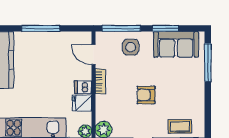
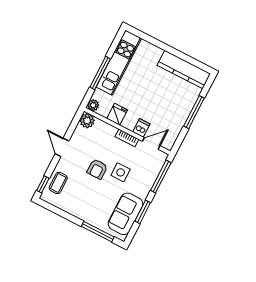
side table: (131, 47) -> (121, 172), moved
dishwasher: (83, 87) -> (141, 128), moved
armchair: (146, 95) -> (97, 169), turned 180

